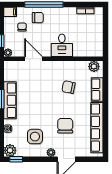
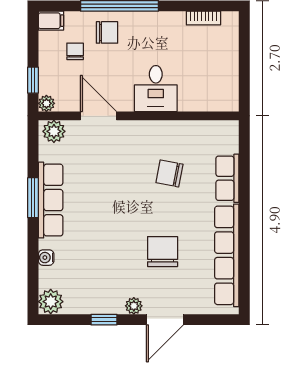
plant: (94, 66) -> (54, 131), moved
side table: (35, 137) -> (101, 274), removed
window: (16, 159) -> (104, 320), moved

